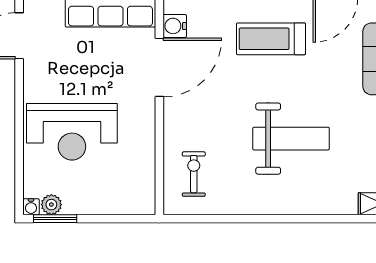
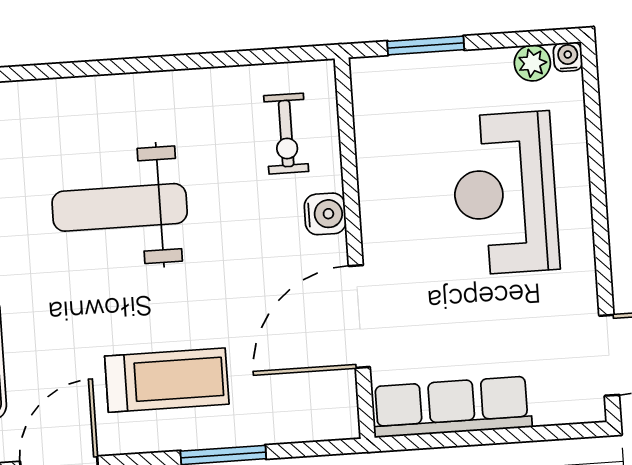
water cooler: (175, 26) -> (325, 214), moved
reception desk: (72, 132) -> (505, 193), turned -90
window: (55, 219) -> (426, 45), moved

